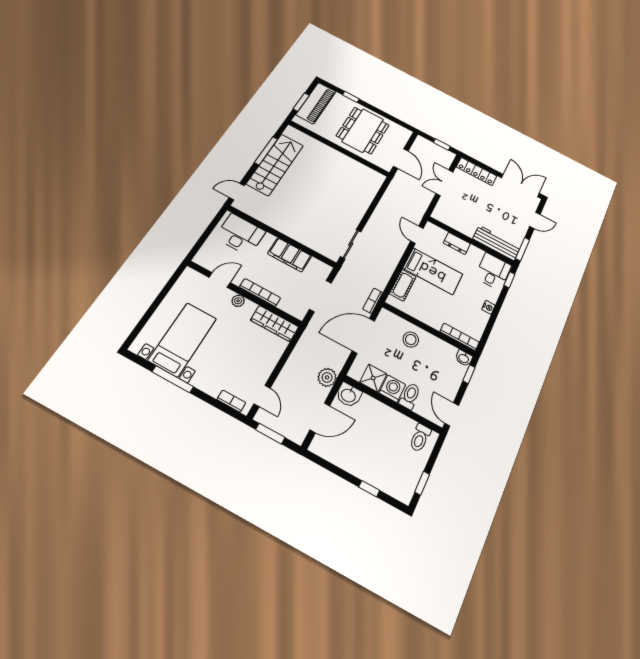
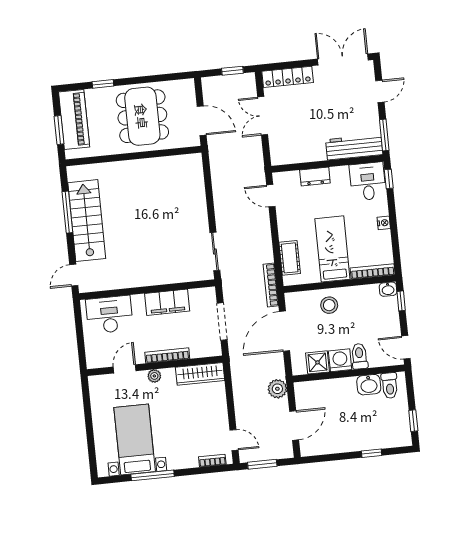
bed: (433, 271) -> (332, 249), moved, turned -90
bookcase: (373, 301) -> (271, 285), width x1.56
washbasin: (349, 395) -> (369, 385), moved

